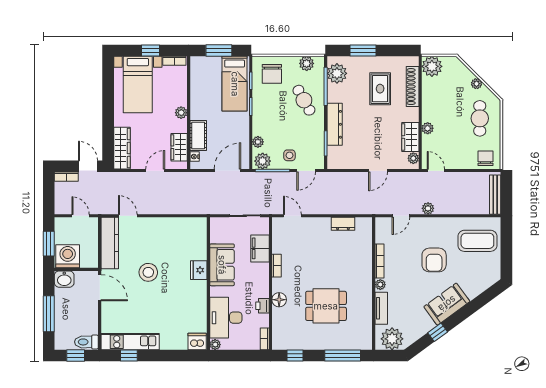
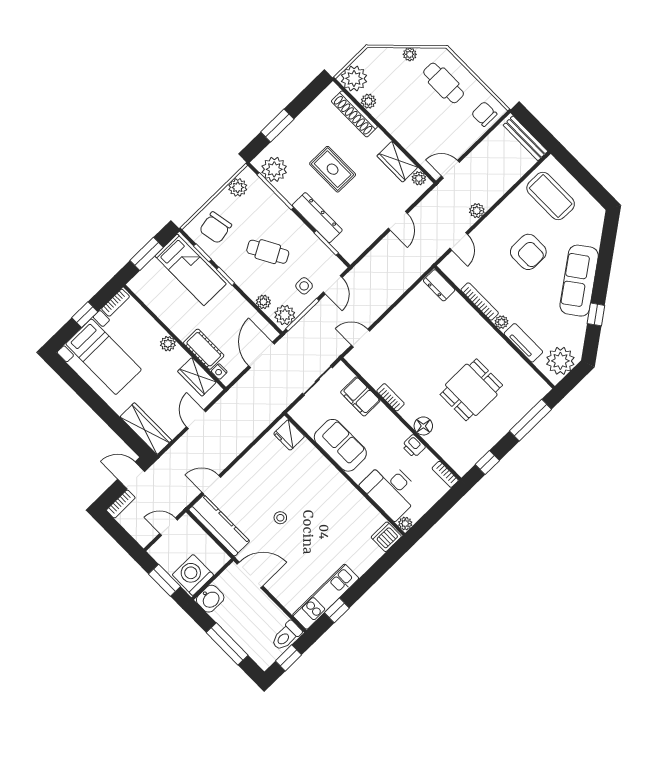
chair: (272, 74) -> (215, 228), turned 79
rug: (380, 89) -> (333, 169), moved
cafe table: (304, 100) -> (268, 252), moved
plant: (428, 128) -> (368, 101), moved
dresser: (343, 224) -> (439, 285), moved, turned 90
coffee table: (477, 241) -> (551, 196), turned 90
fridge: (199, 270) -> (289, 435), moved
stool: (148, 272) -> (280, 518), width x0.53, depth x0.53
sofa: (447, 304) -> (579, 281), width x1.36

